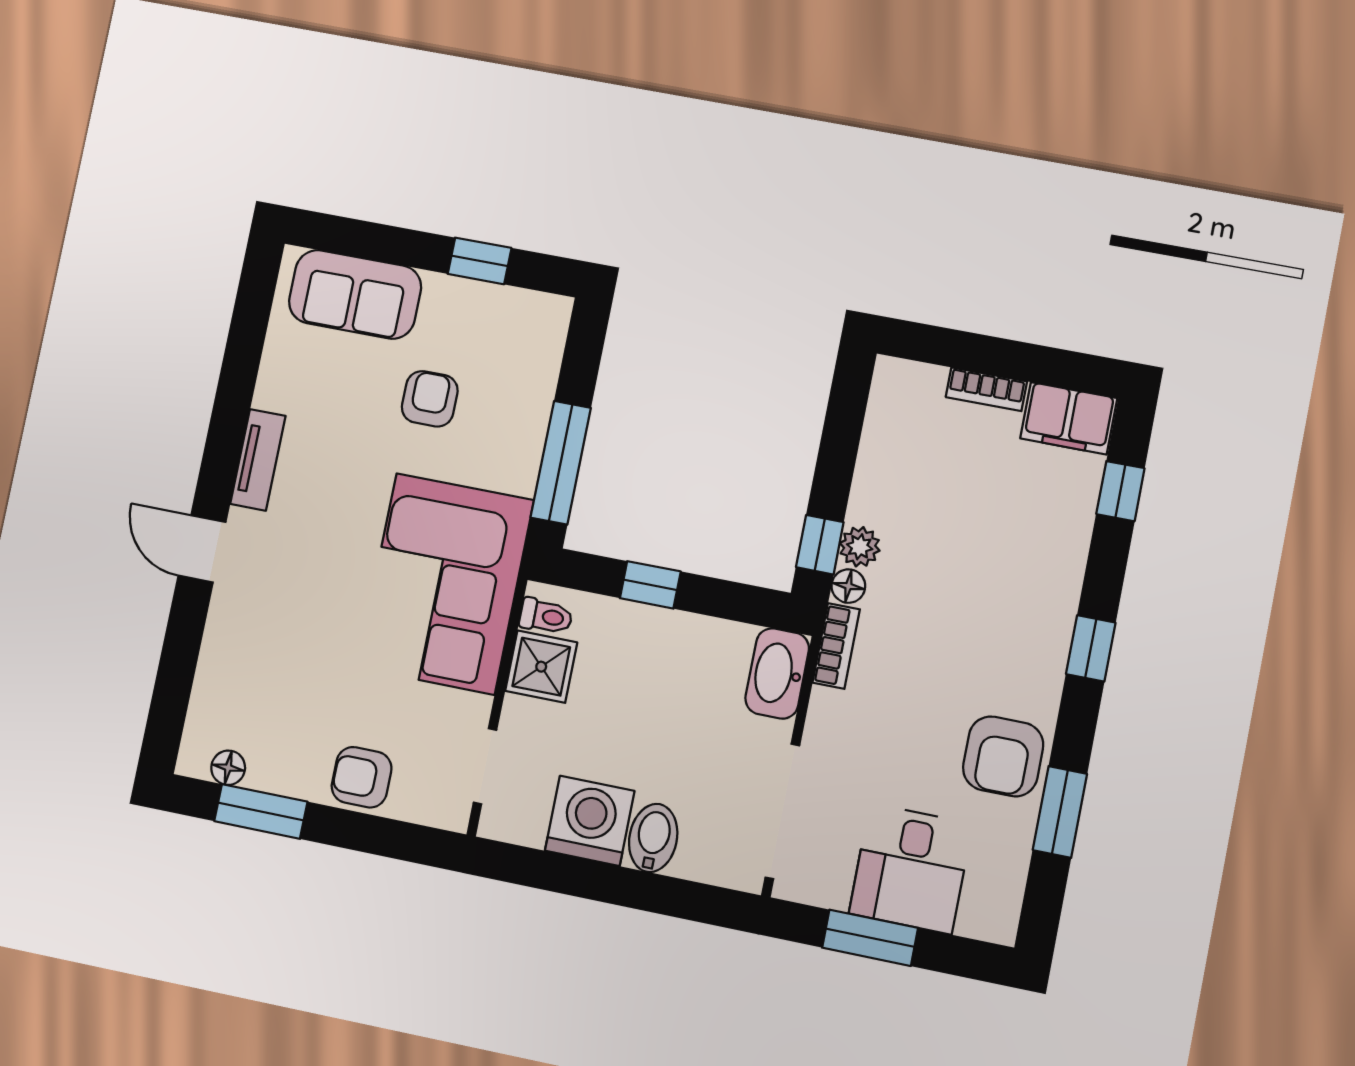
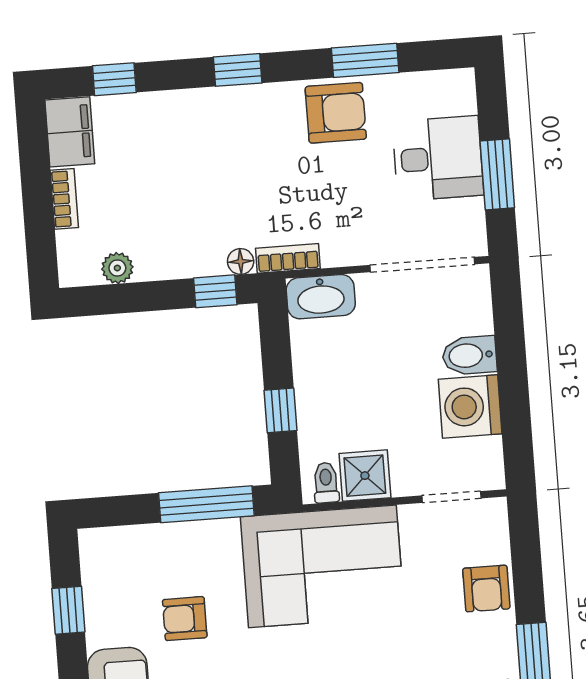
plant: (860, 547) -> (117, 268), moved

